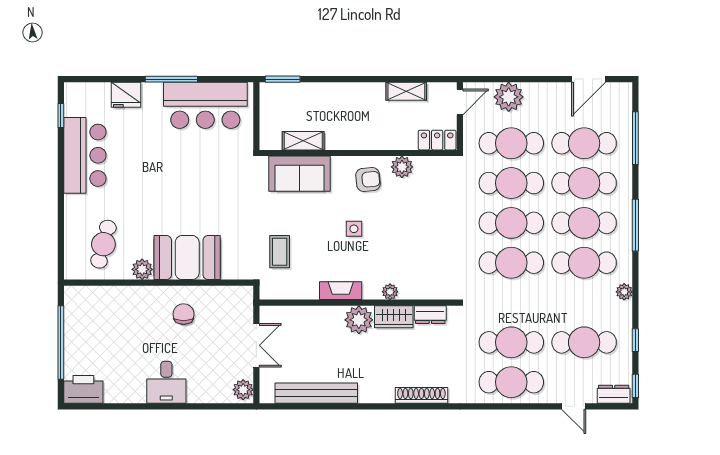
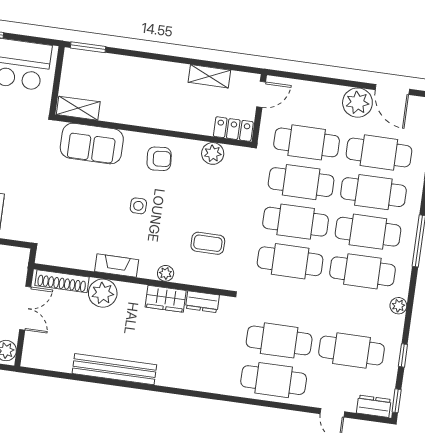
door: (589, 79) -> (392, 89), hinge flipped
plant: (509, 97) -> (357, 103), moved
shelving: (303, 141) -> (78, 108), moved
plant: (402, 167) -> (213, 153), moved
coffee table: (280, 252) -> (208, 243), moved, turned 90
plant: (359, 320) -> (103, 293), moved
bench: (316, 393) -> (114, 369), moved
shoe rack: (421, 395) -> (62, 281), moved, turned 180

